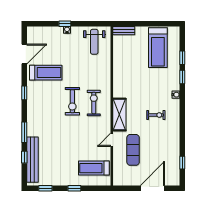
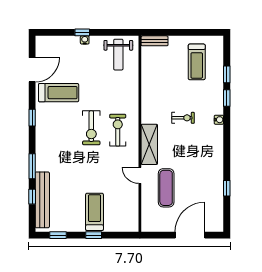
treadmill: (158, 48) -> (197, 62), width x0.73, depth x0.73
exercise bike: (156, 115) -> (183, 118), moved
door: (112, 140) -> (140, 175), hinge flipped
window: (182, 163) -> (227, 188), moved
treadmill: (94, 168) -> (95, 212), moved, turned 90

